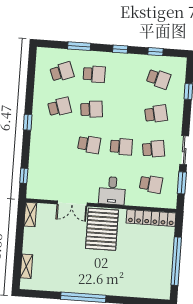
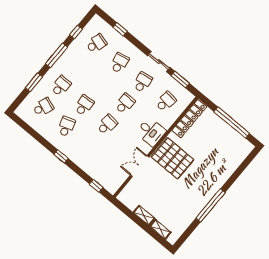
window: (120, 49) -> (56, 55), width x2.17
school desk: (62, 72) -> (43, 107), turned 42
double door: (72, 203) -> (140, 166), swing flipped
shelving: (30, 215) -> (144, 215), moved

